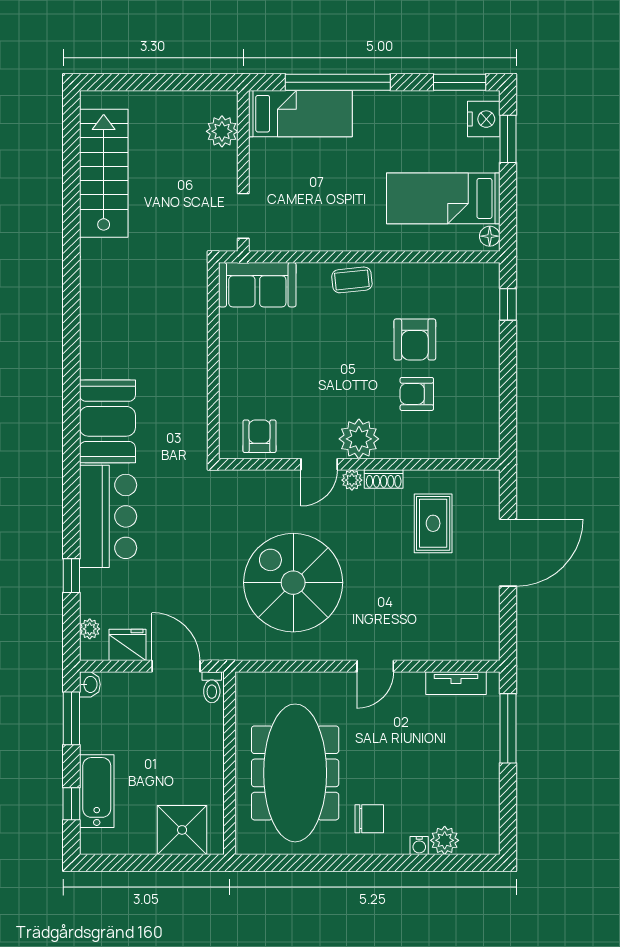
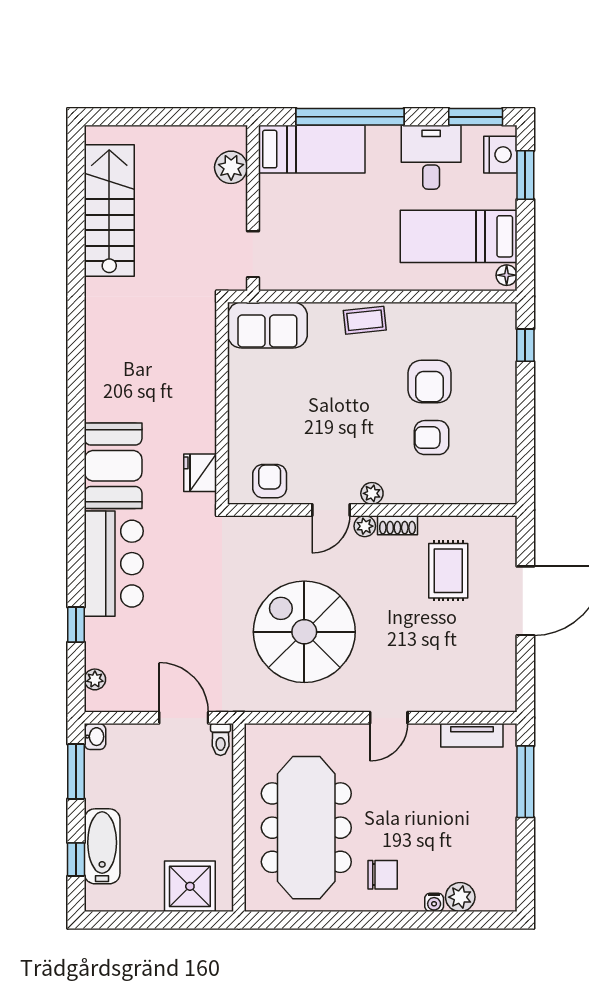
desk: (416, 122) -> (431, 157), added
plant: (359, 439) -> (372, 493), width x0.53, depth x0.53
fridge: (127, 645) -> (200, 473), moved, turned -90

